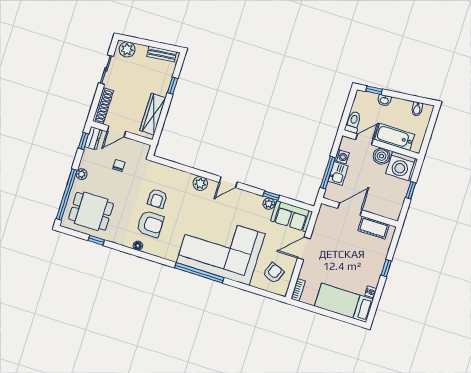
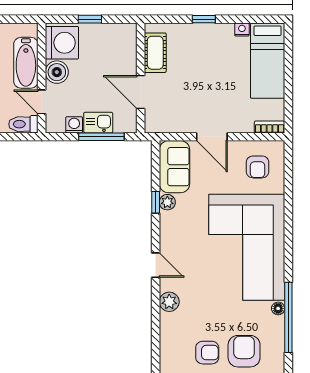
floor lamp: (138, 246) -> (278, 308), moved
window: (199, 273) -> (288, 317), moved
armchair: (273, 273) -> (258, 167), turned -112

